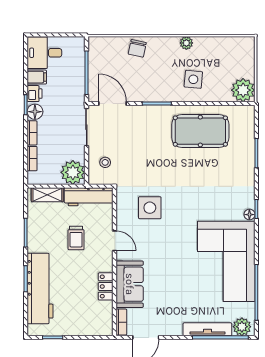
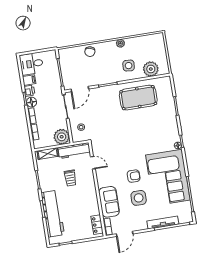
plant: (243, 90) -> (151, 69), moved
door: (112, 103) -> (80, 89), swing flipped
side table: (150, 208) -> (139, 198), moved
door: (115, 241) -> (93, 163), moved
armchair: (174, 251) -> (134, 176), added
locker: (106, 286) -> (97, 225), moved
plant: (242, 327) -> (184, 217), removed

